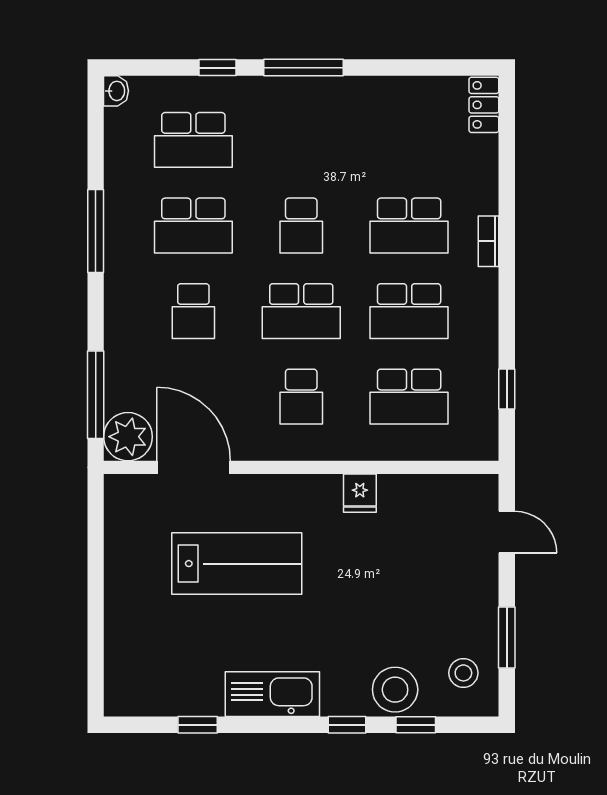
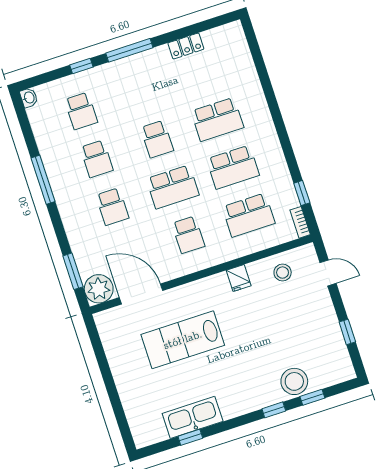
locker: (484, 105) -> (186, 46), moved, turned -90
school desk: (193, 140) -> (81, 111), width x0.54
school desk: (193, 226) -> (97, 159), width x0.54
bookcase: (489, 241) -> (300, 222), moved
window: (96, 395) -> (73, 271), width x0.69
lab bench: (237, 564) -> (183, 340), turned 180
window: (507, 638) -> (347, 332), width x0.67
stool: (463, 673) -> (283, 273), moved
kitchen sink: (272, 694) -> (193, 417), moved

